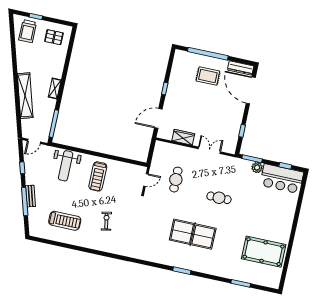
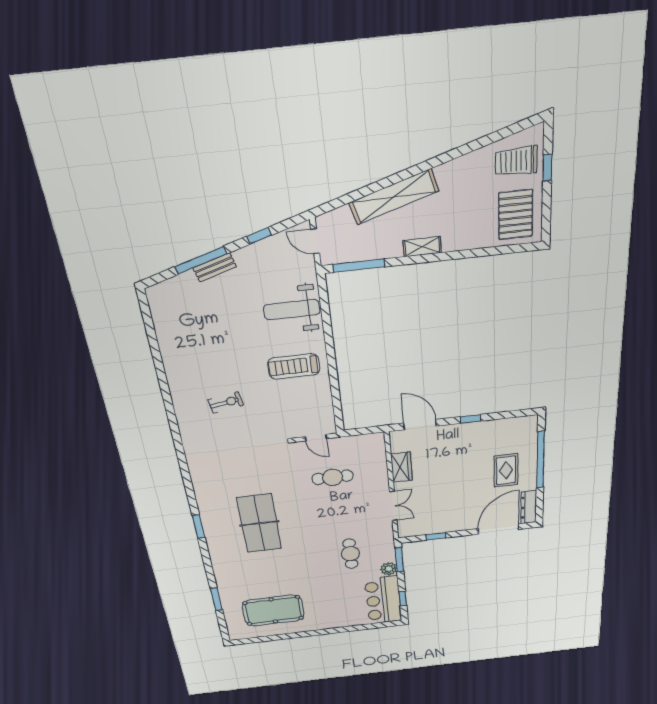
pallet: (54, 37) -> (516, 215), width x1.50, depth x1.42
cafe table: (219, 198) -> (350, 554), moved
treadmill: (65, 221) -> (197, 339), removed
pool table: (264, 252) -> (273, 610), turned 90

